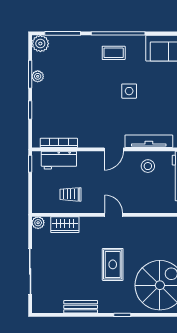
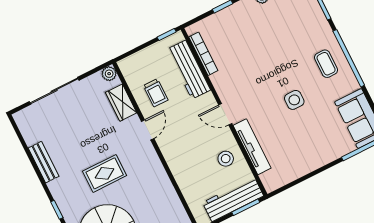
workbench: (59, 160) -> (189, 70), width x1.37
trolley: (71, 194) -> (156, 93), turned 180
door: (114, 215) -> (148, 130), moved

